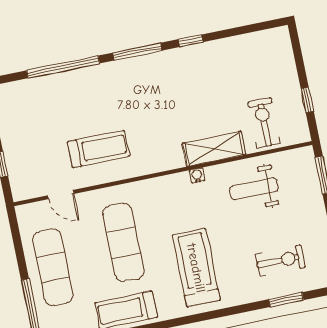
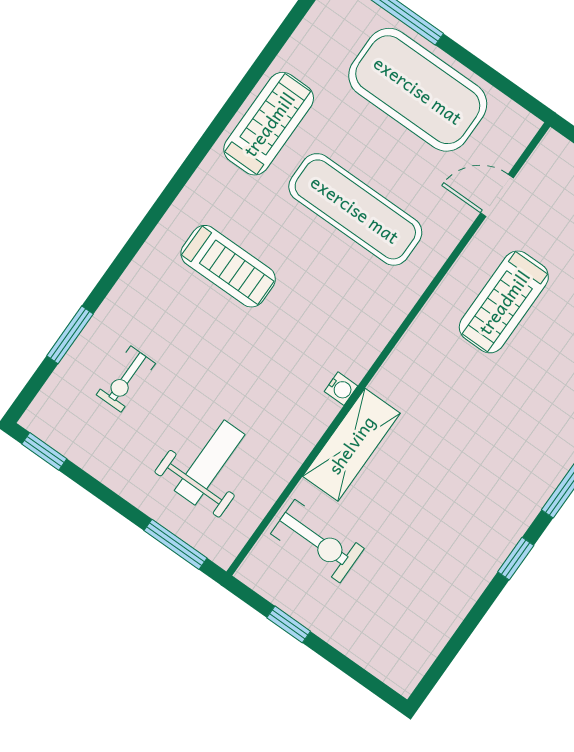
weight bench: (254, 189) -> (210, 462), moved
exercise bike: (280, 261) -> (126, 379), width x0.73, depth x0.72
exercise mat: (53, 267) -> (418, 90), width x1.47
treadmill: (196, 268) -> (228, 266), width x0.73, depth x0.73

